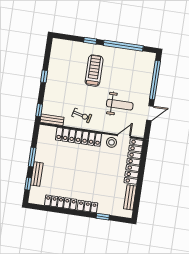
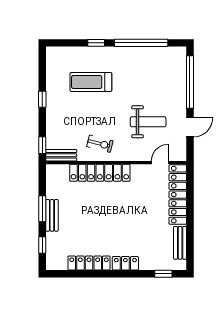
treadmill: (94, 71) -> (91, 82), moved, turned -90
stool: (111, 142) -> (145, 174), removed
bench: (37, 174) -> (52, 215), moved
window: (103, 217) -> (163, 274), moved

